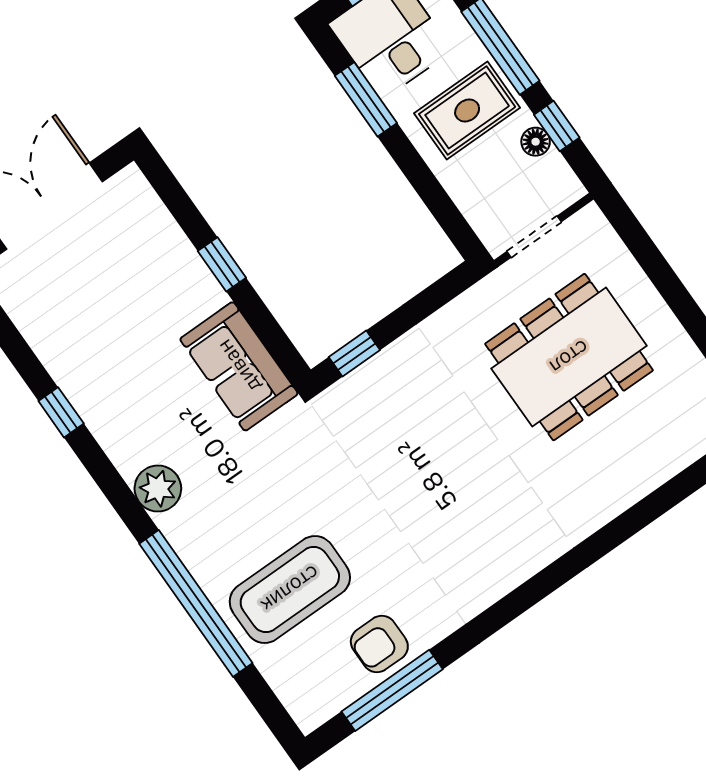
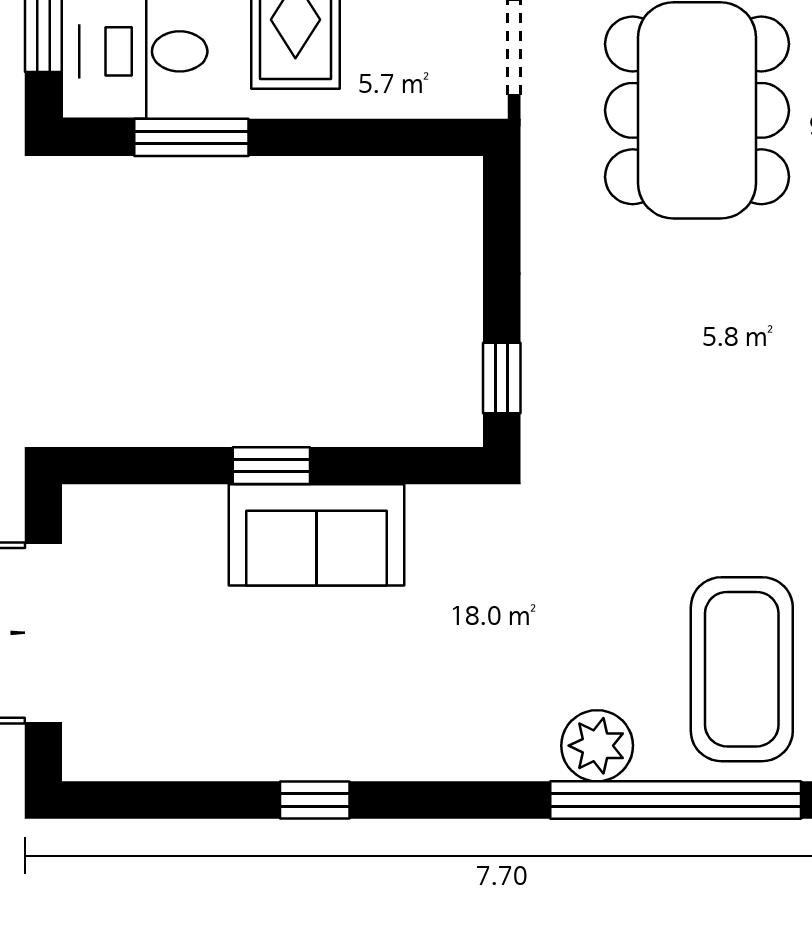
sofa: (239, 366) -> (317, 535), moved
plant: (158, 489) -> (597, 746), moved

